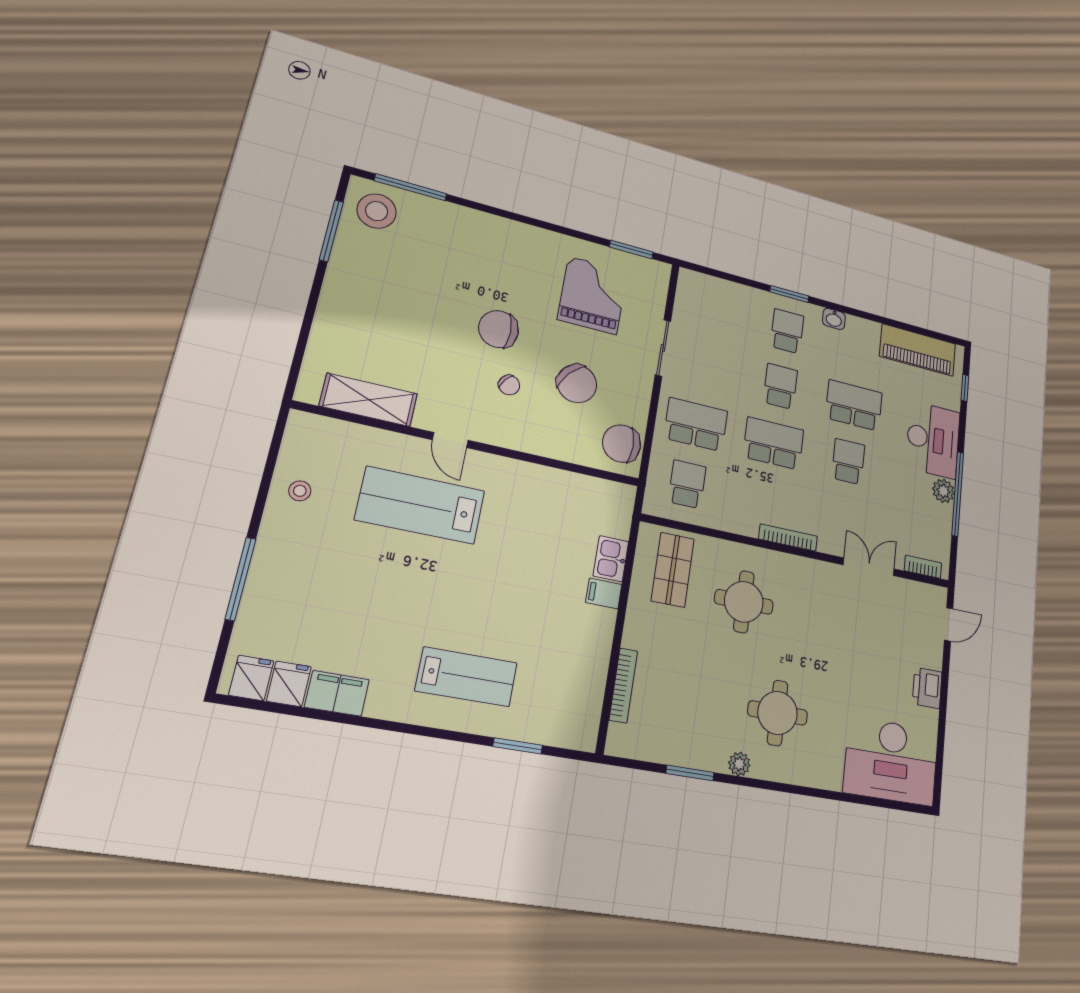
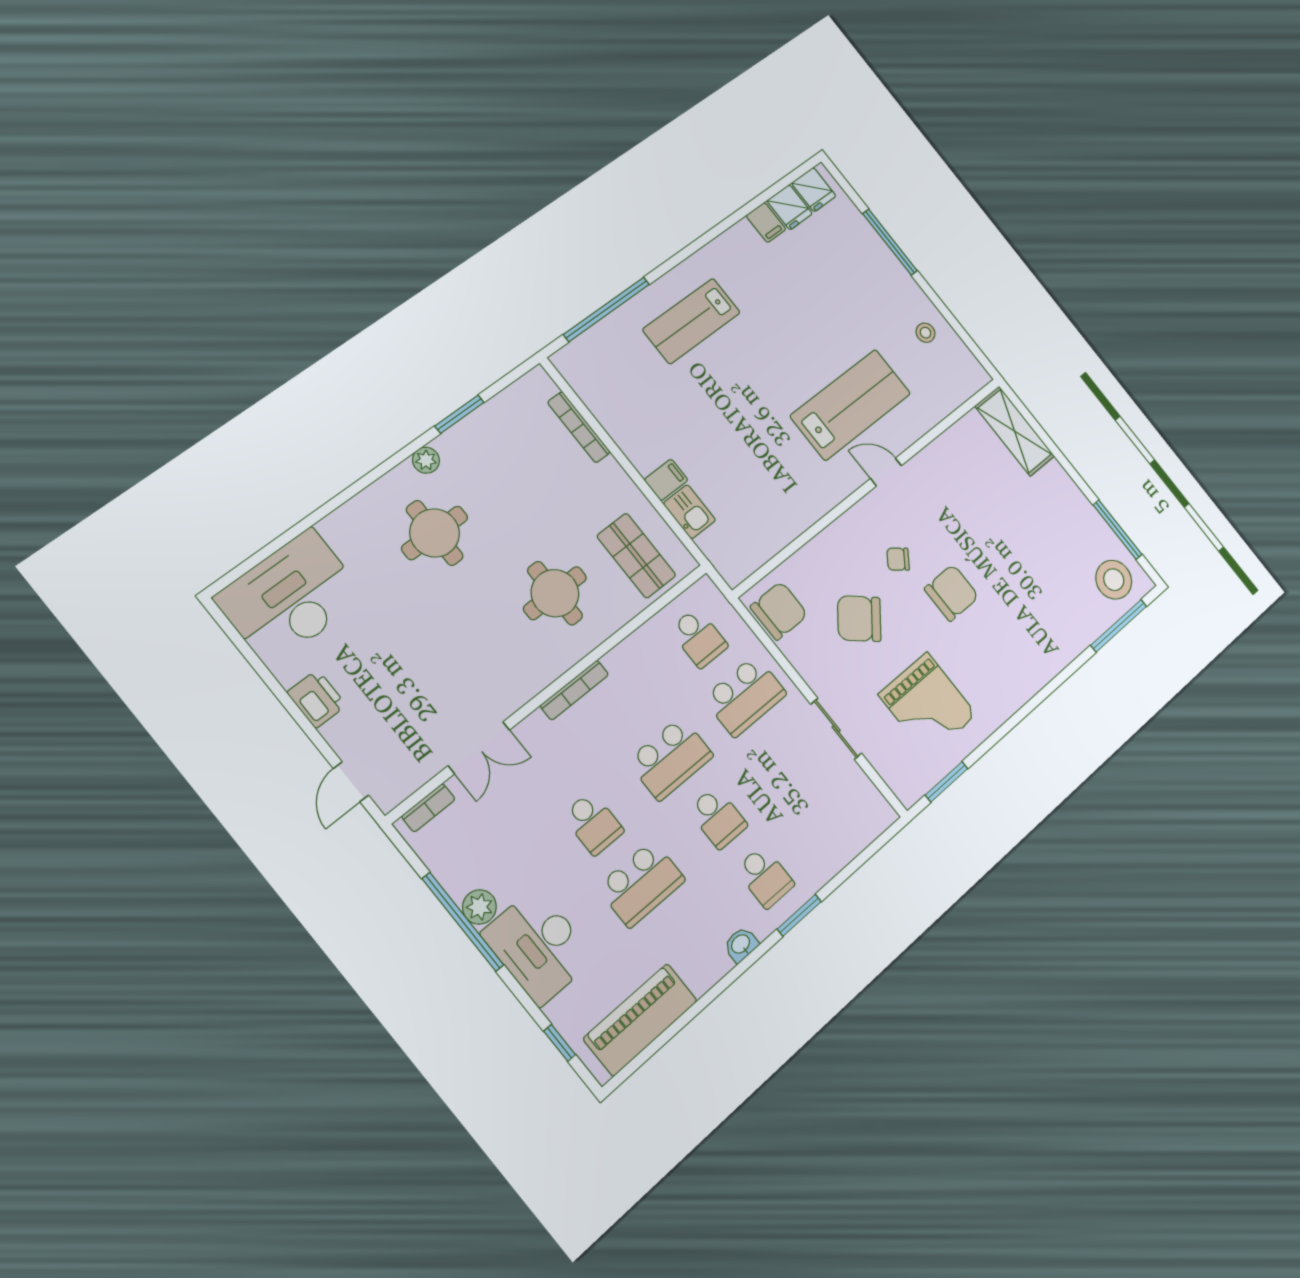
shelving: (369, 400) -> (1015, 431), moved, turned 90
filing cabinet: (337, 693) -> (766, 222), width x0.50
window: (518, 746) -> (607, 309), width x2.11

